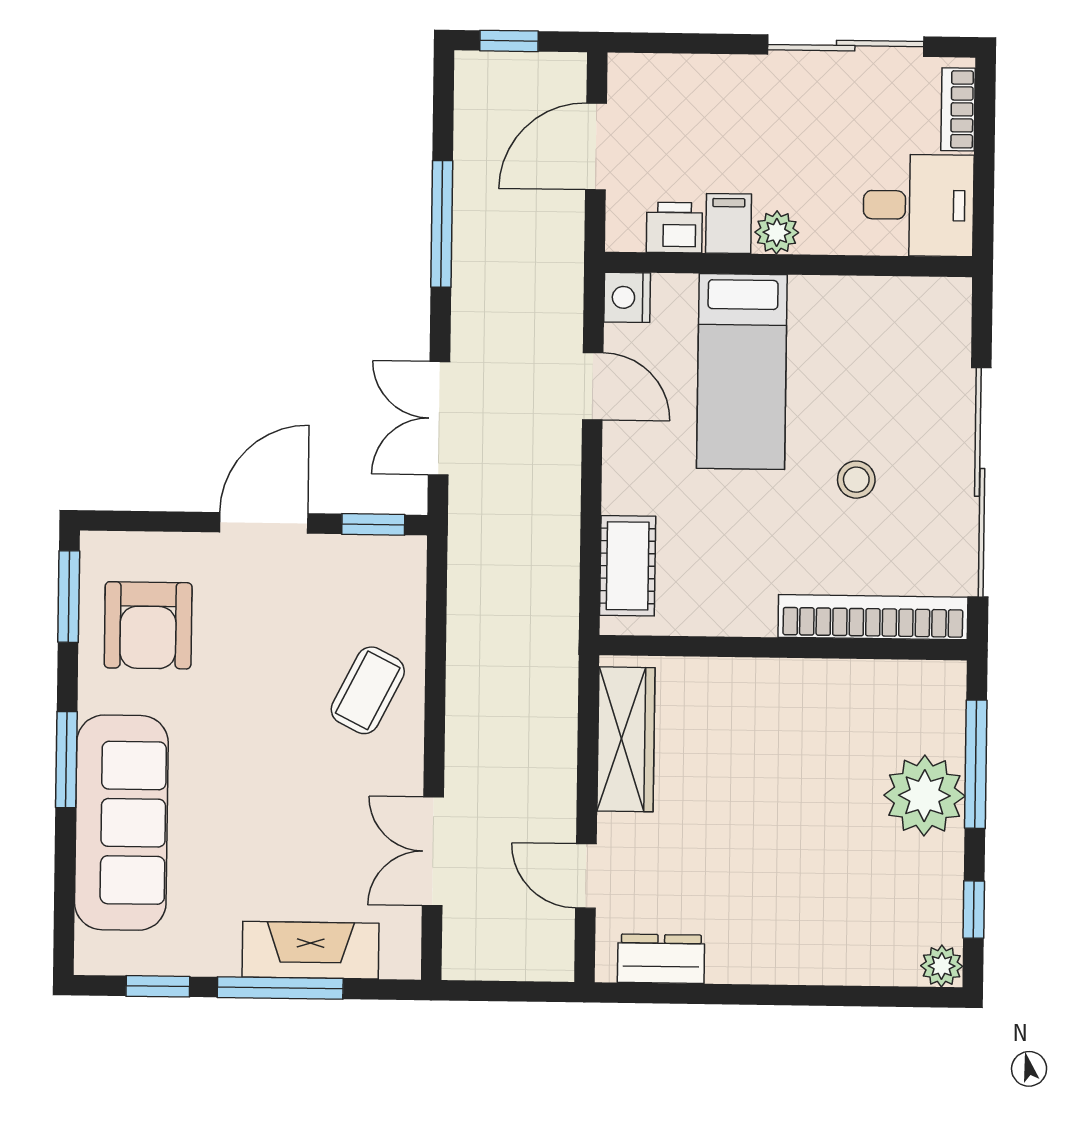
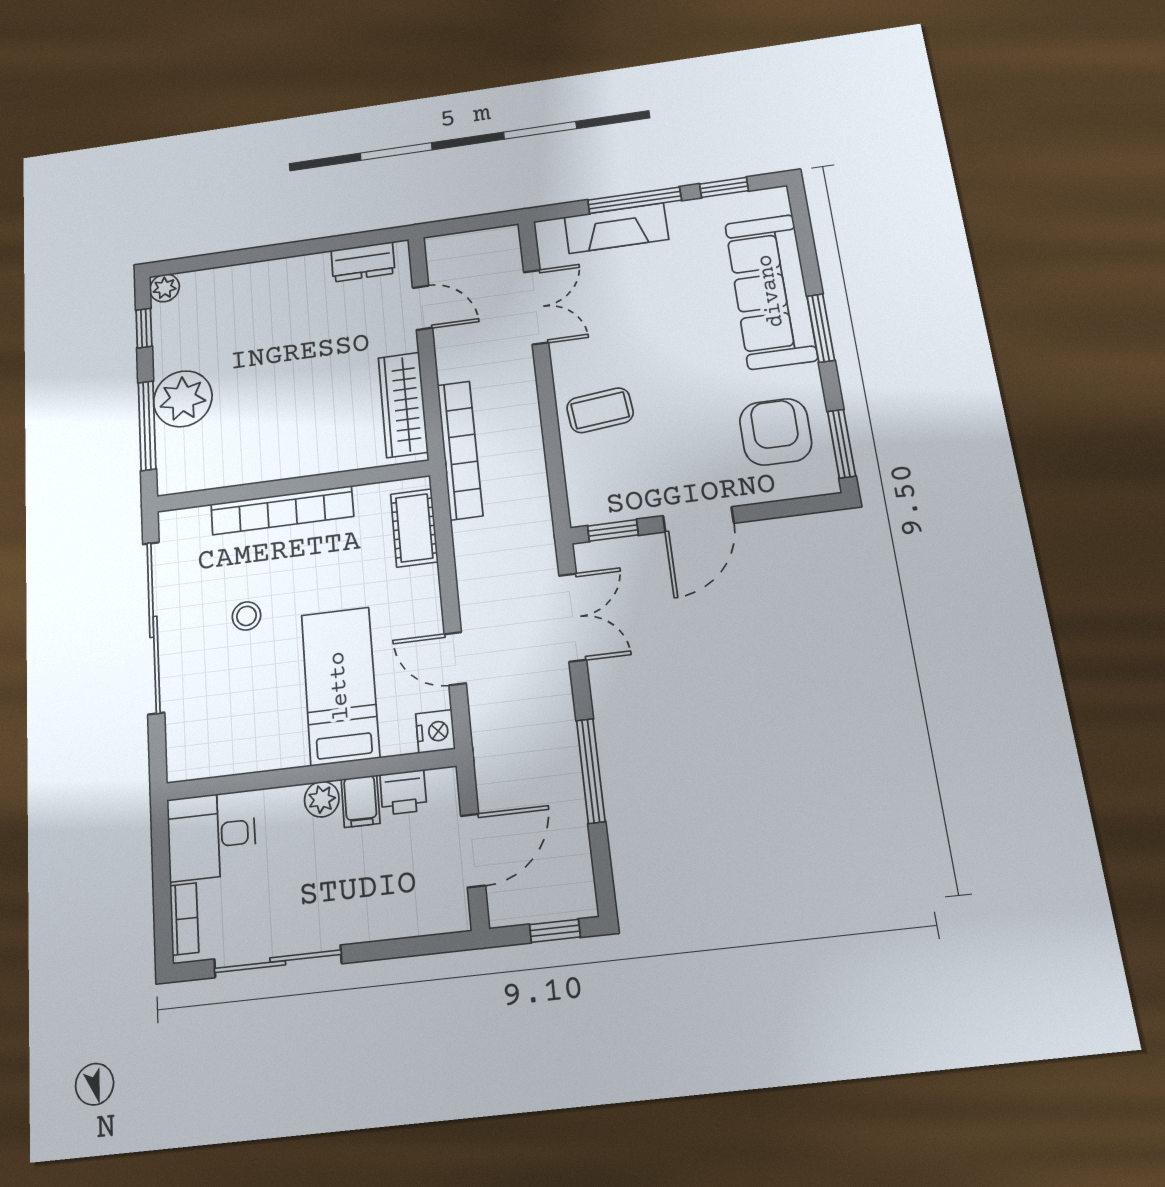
bookcase: (873, 617) -> (282, 510), moved
bookcase: (557, 664) -> (460, 450), added
coffee table: (368, 690) -> (600, 410), turned 57

